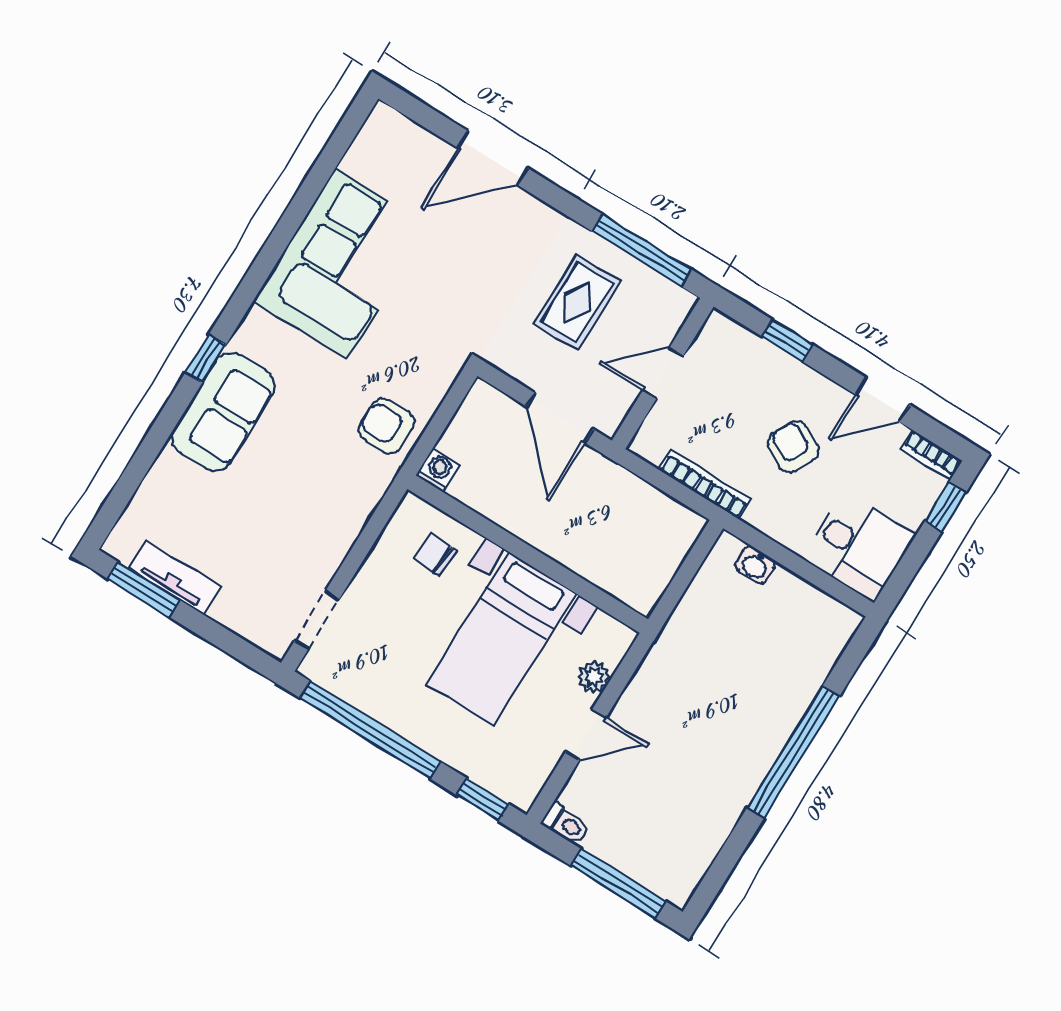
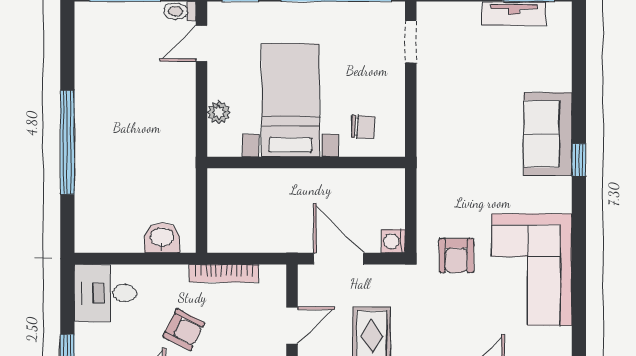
armchair: (387, 426) -> (456, 256), moved, turned 90
washing machine: (438, 470) -> (393, 241), moved, turned 90
washbasin: (755, 565) -> (162, 238), width x1.38, depth x1.45
door: (586, 735) -> (202, 43), moved

